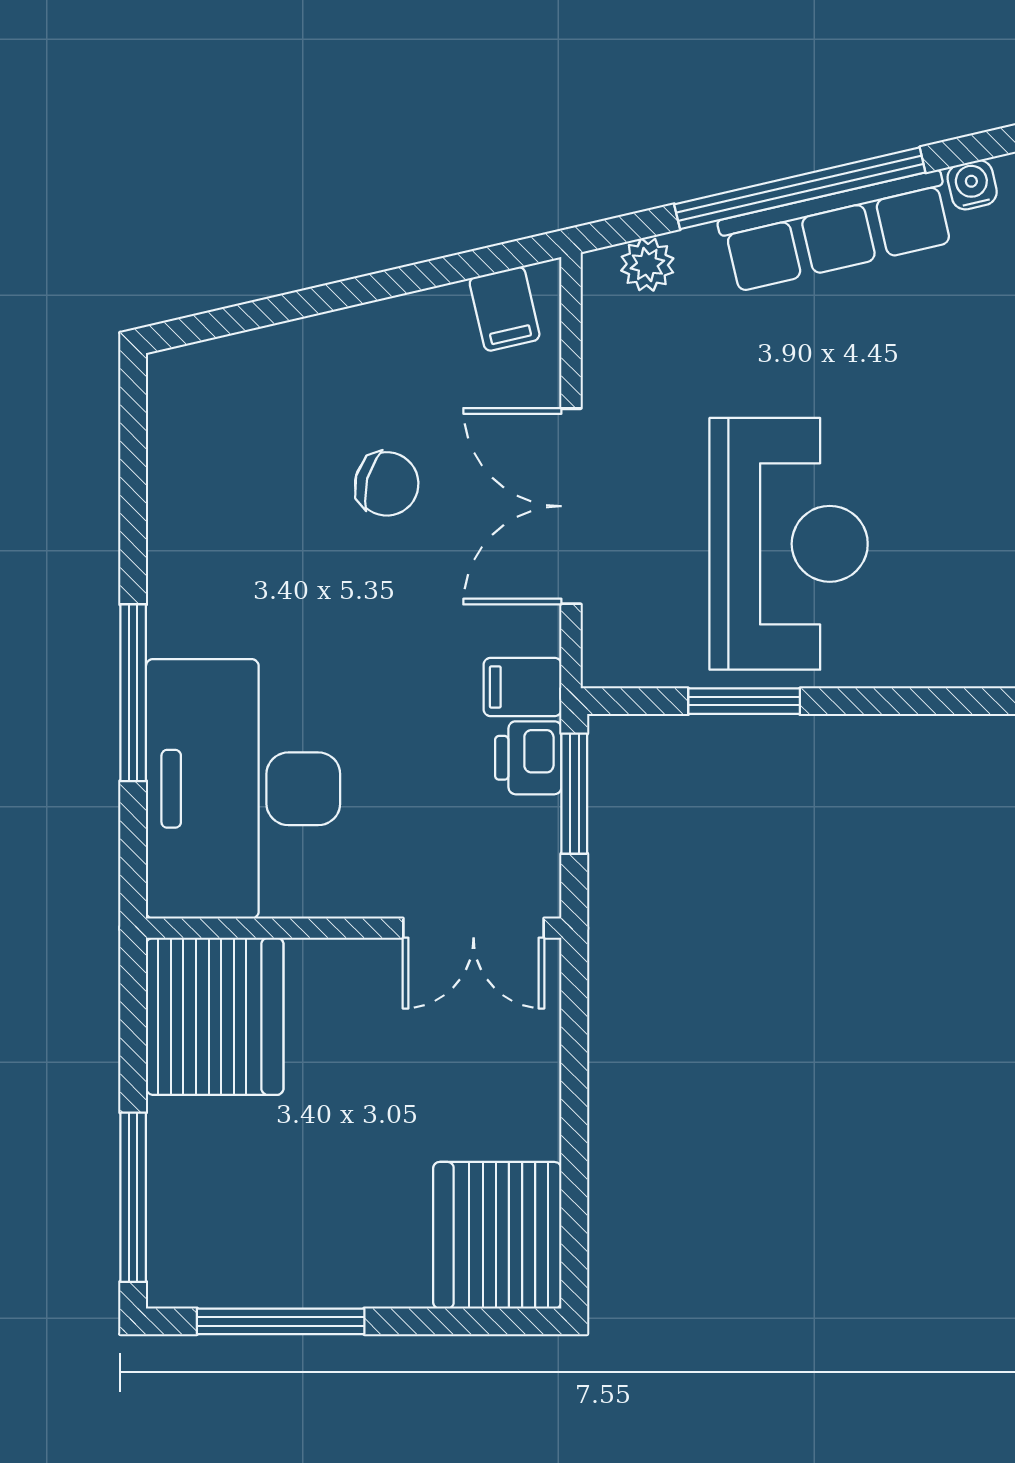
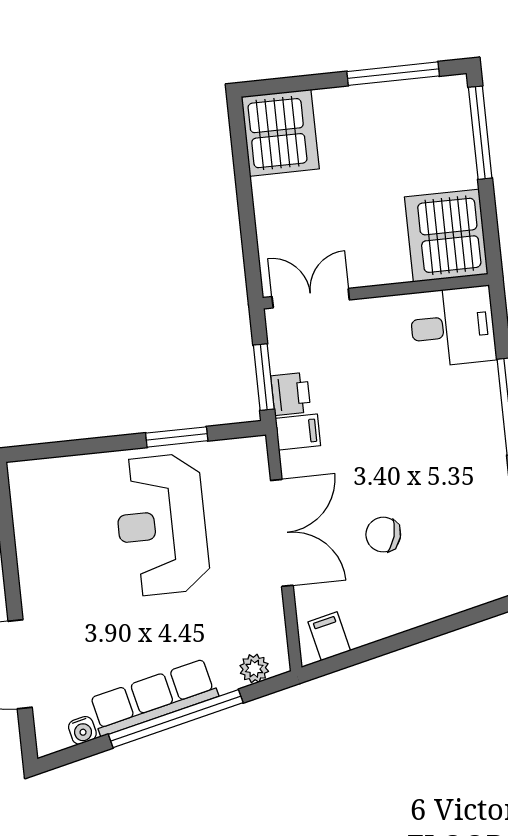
desk: (243, 789) -> (453, 327), width x0.53, depth x0.77

